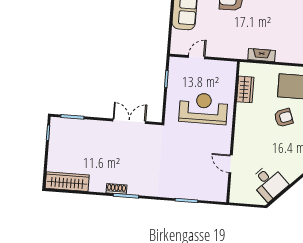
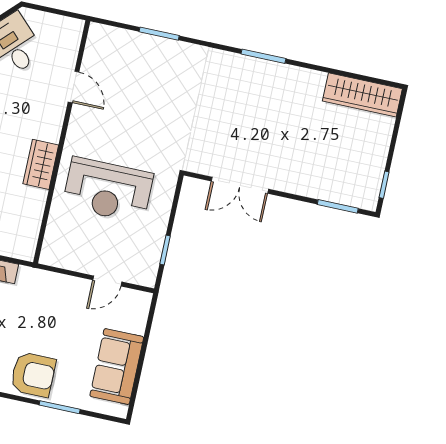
wardrobe: (245, 89) -> (41, 164), moved
shoe rack: (116, 189) -> (278, 71), removed

